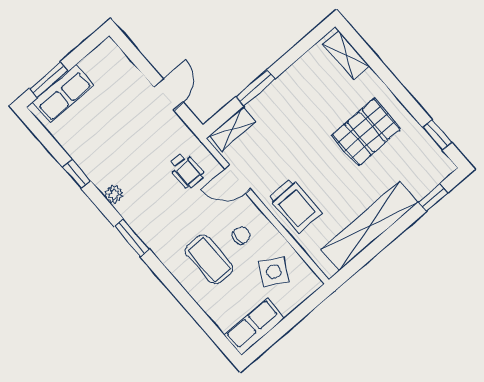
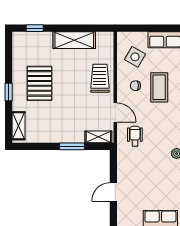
door: (169, 95) -> (113, 192), moved
pallet: (366, 132) -> (39, 83), turned 90
window: (437, 135) -> (9, 92), moved
shelving: (370, 226) -> (74, 40), width x0.68

